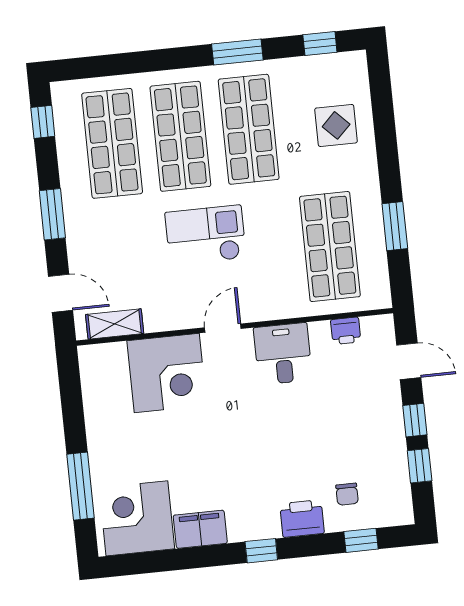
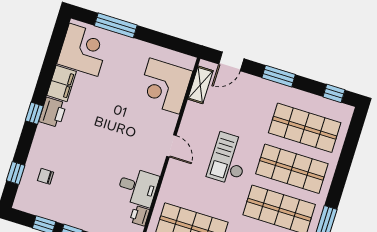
checkout: (206, 235) -> (229, 159), turned 180
desk: (283, 354) -> (138, 187), moved
corner desk: (167, 373) -> (165, 86), moved
printer: (302, 518) -> (53, 112), moved

